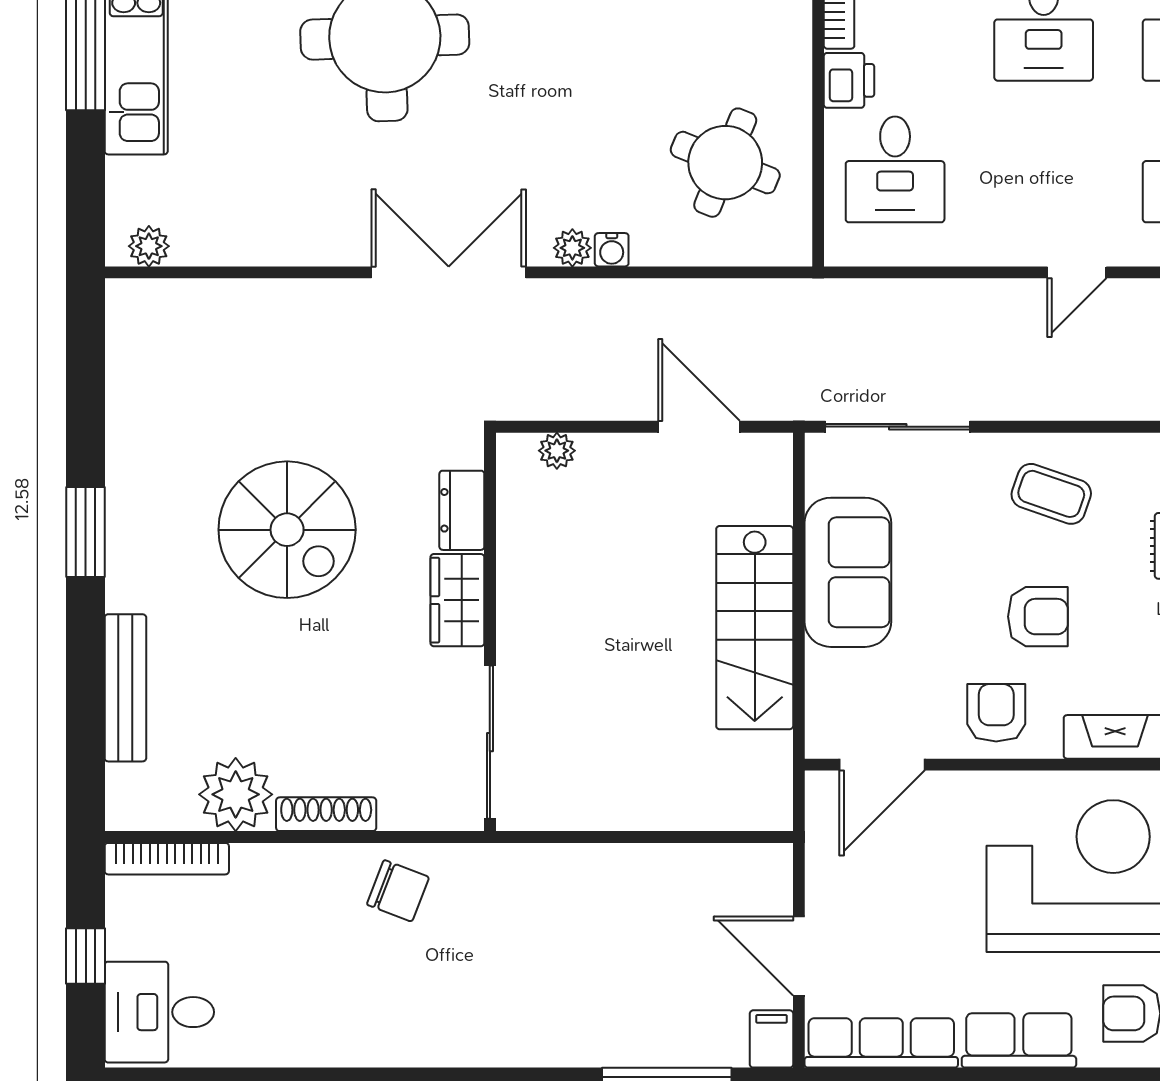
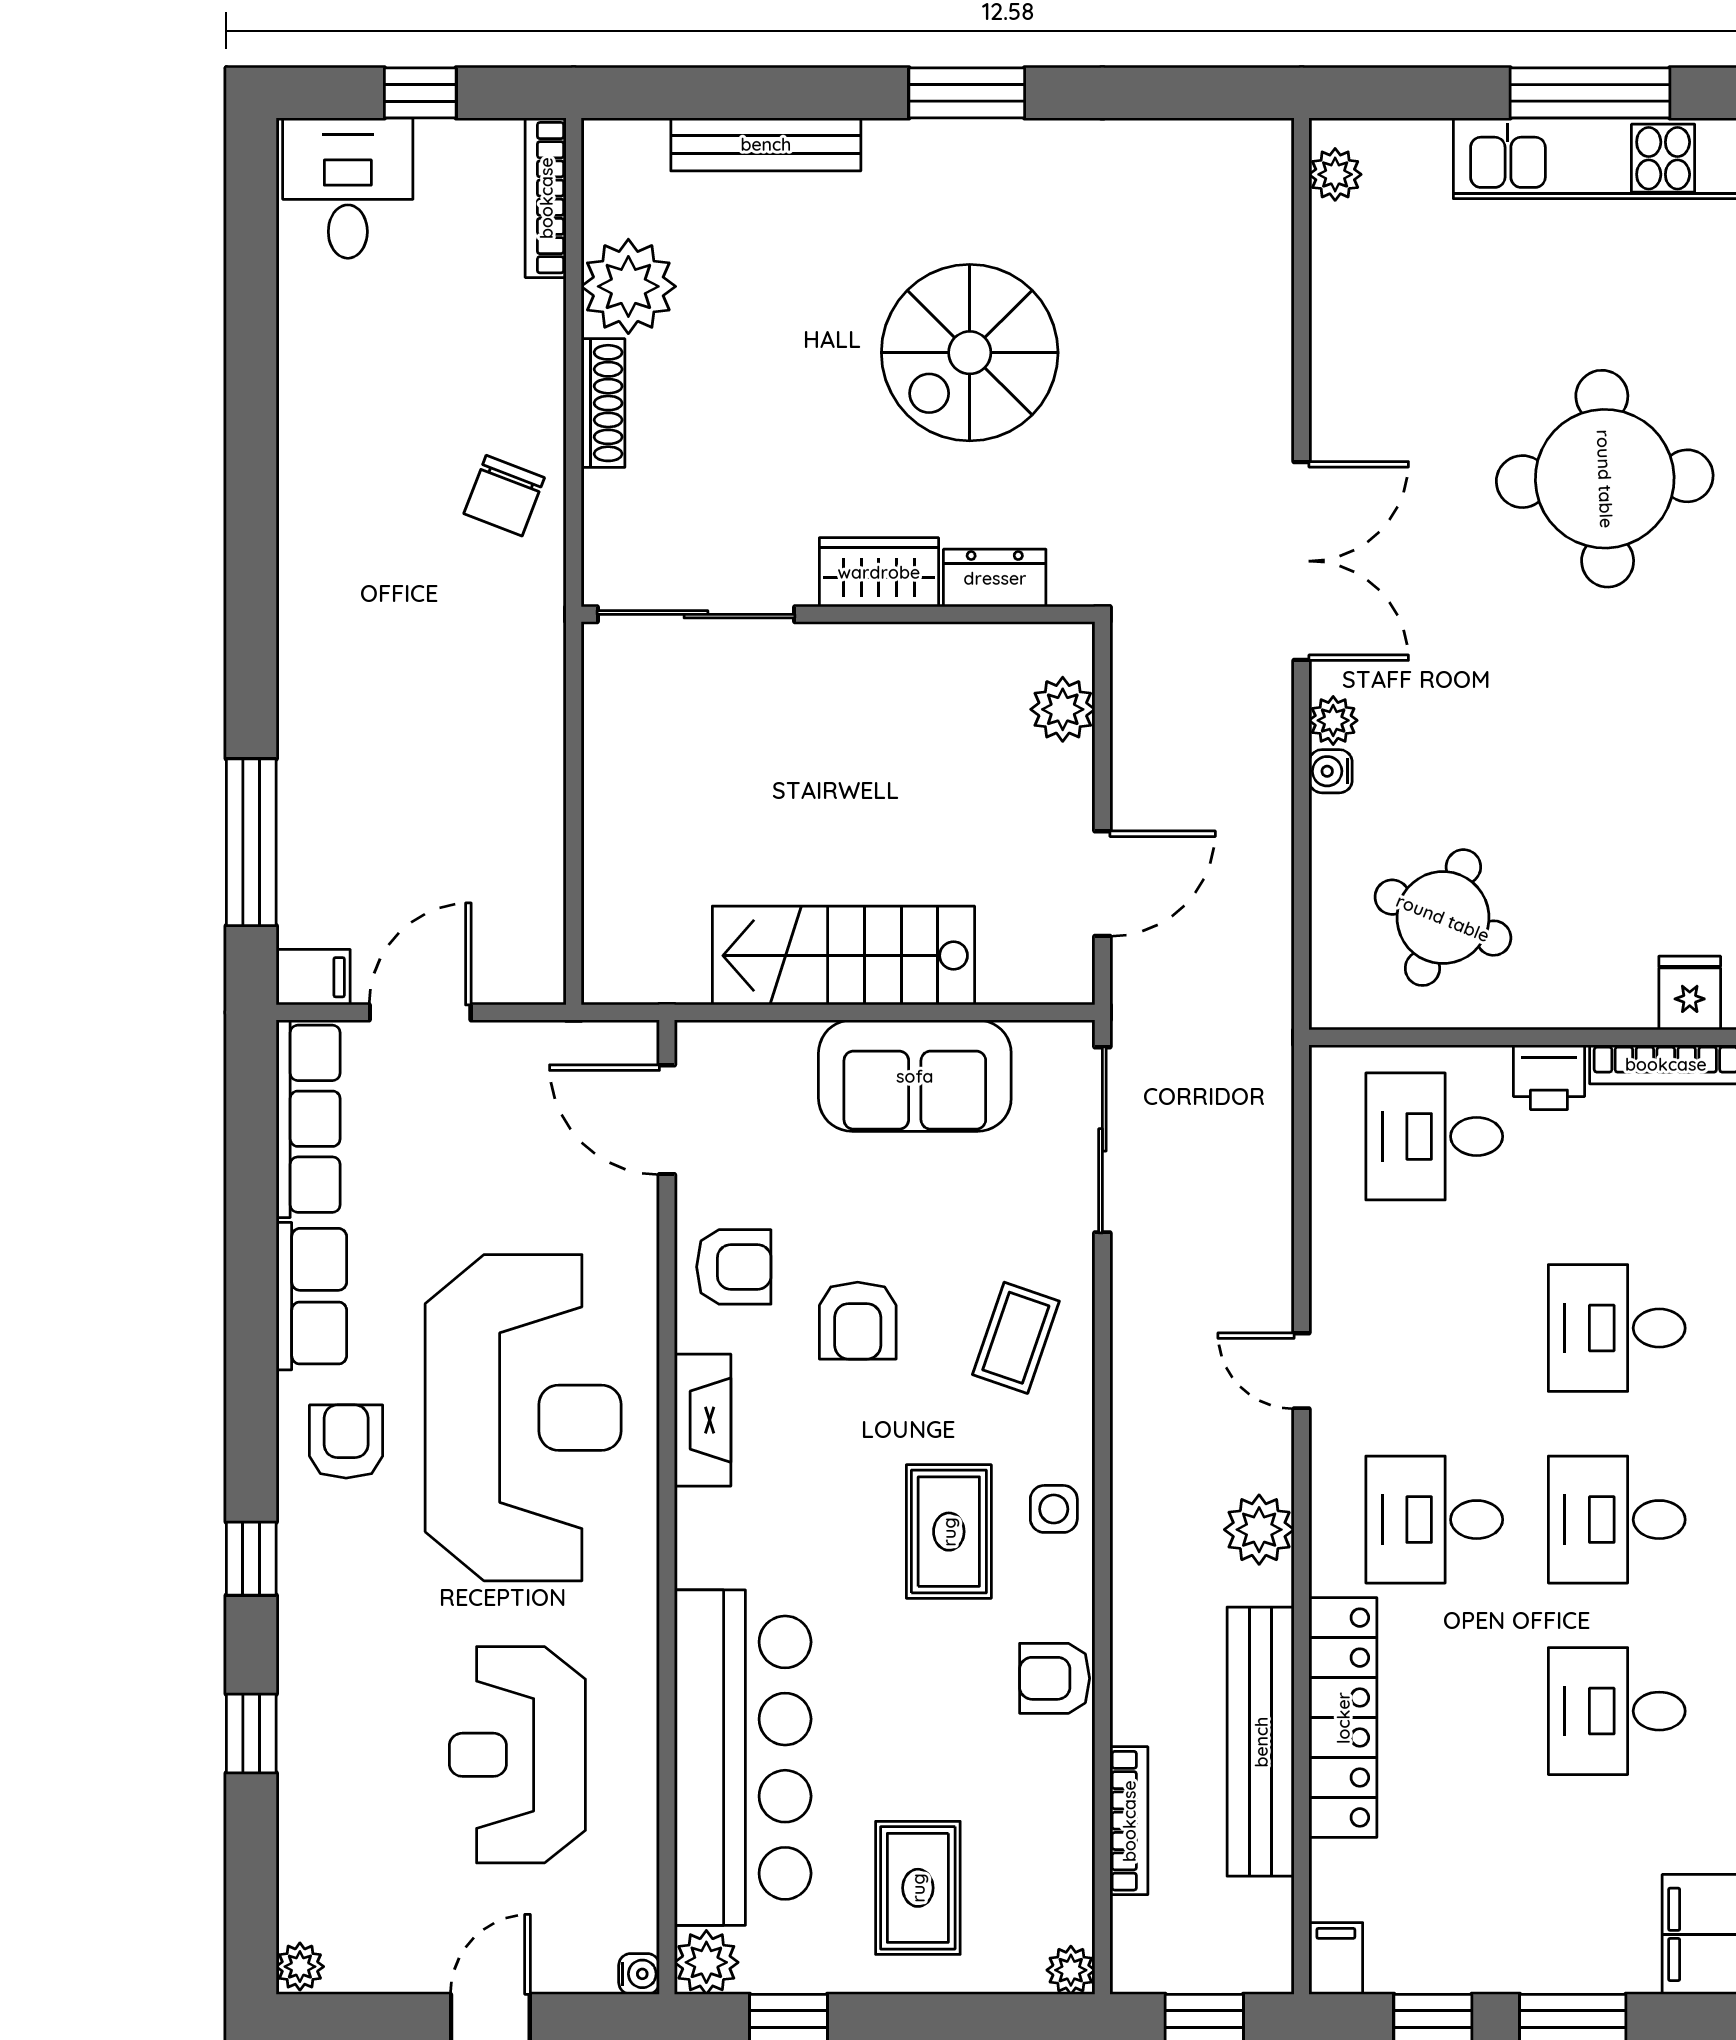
plant: (557, 451) -> (1063, 709), width x1.38, depth x1.38

